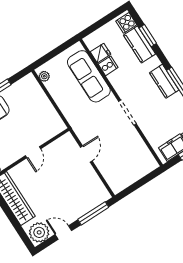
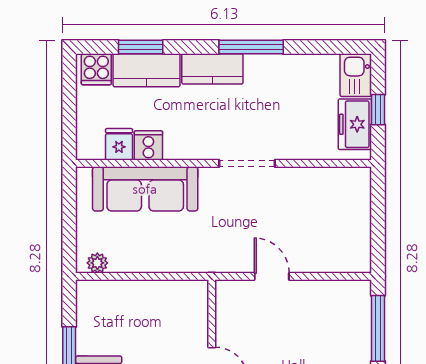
kitchen counter: (164, 81) -> (212, 69), moved

